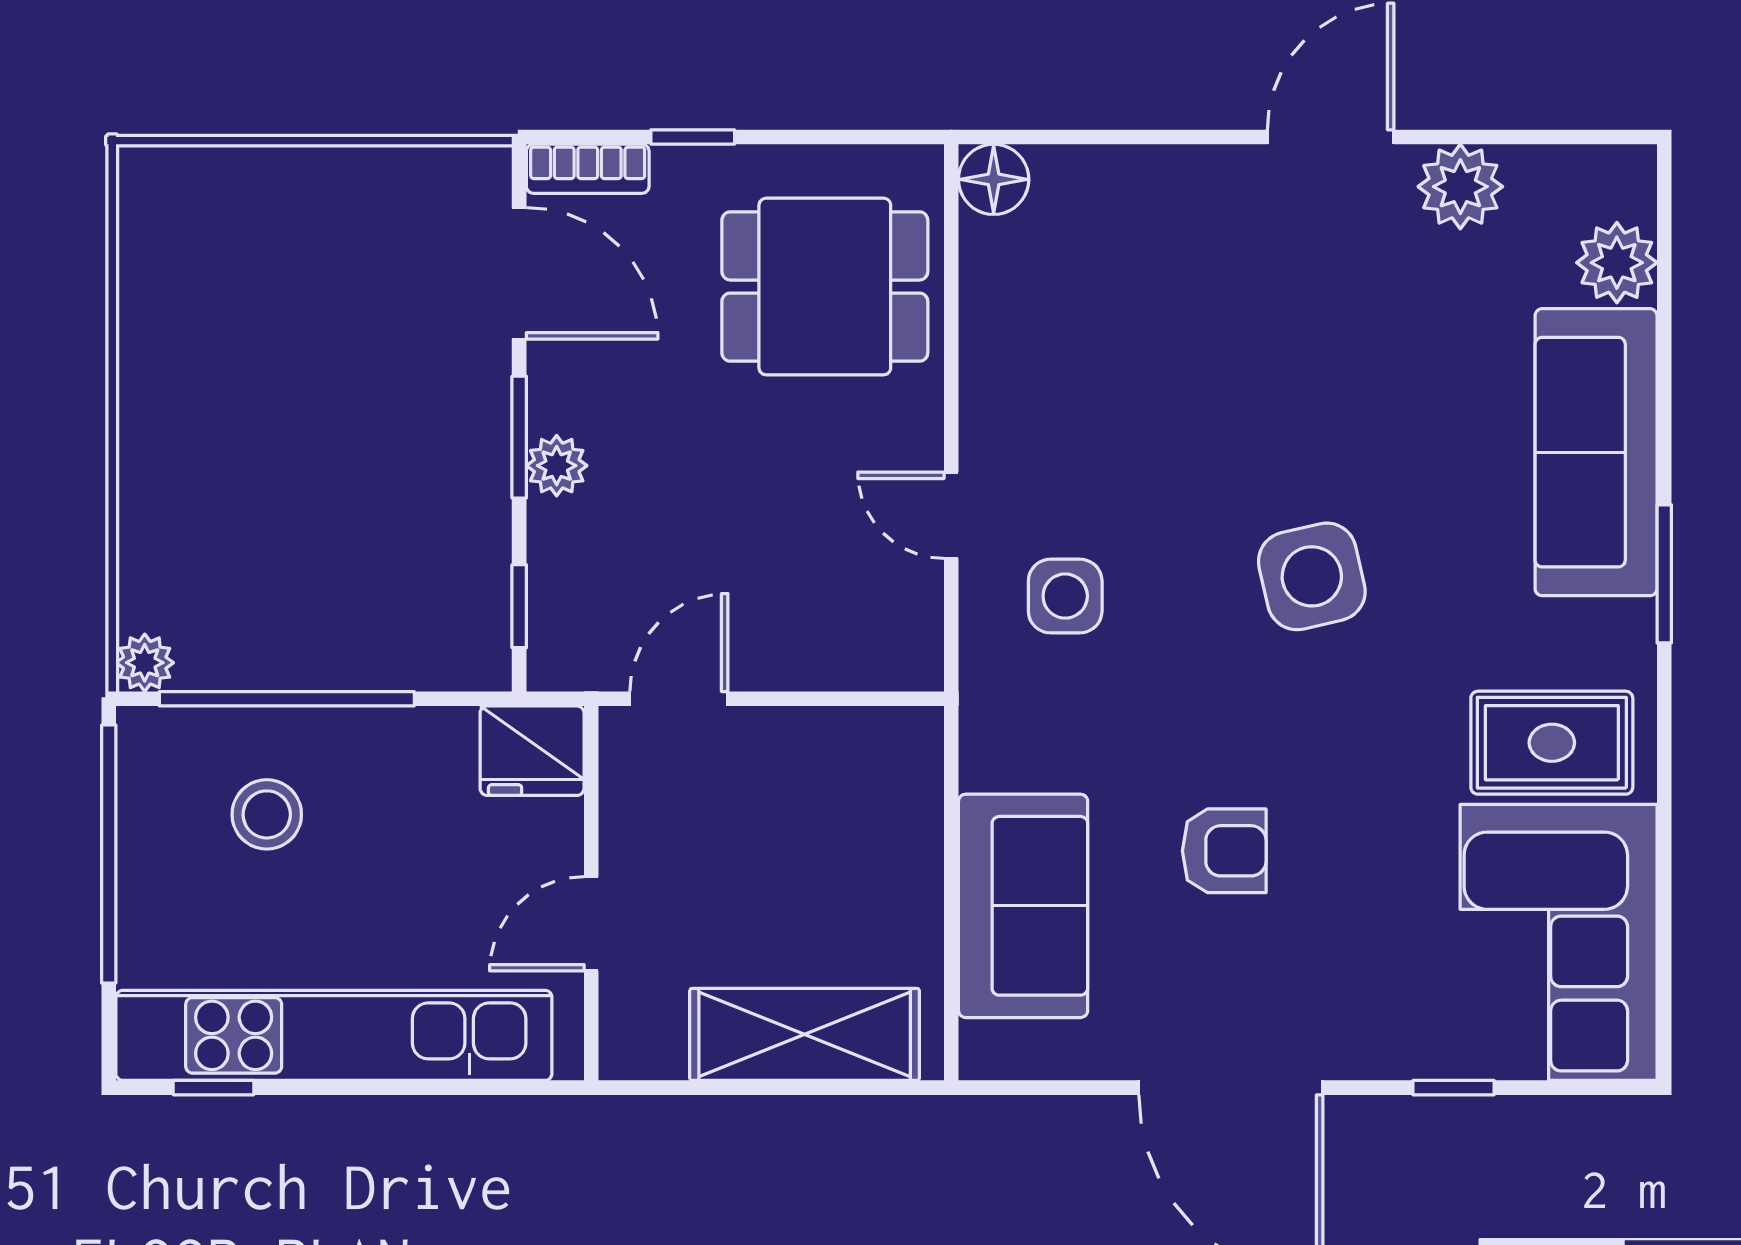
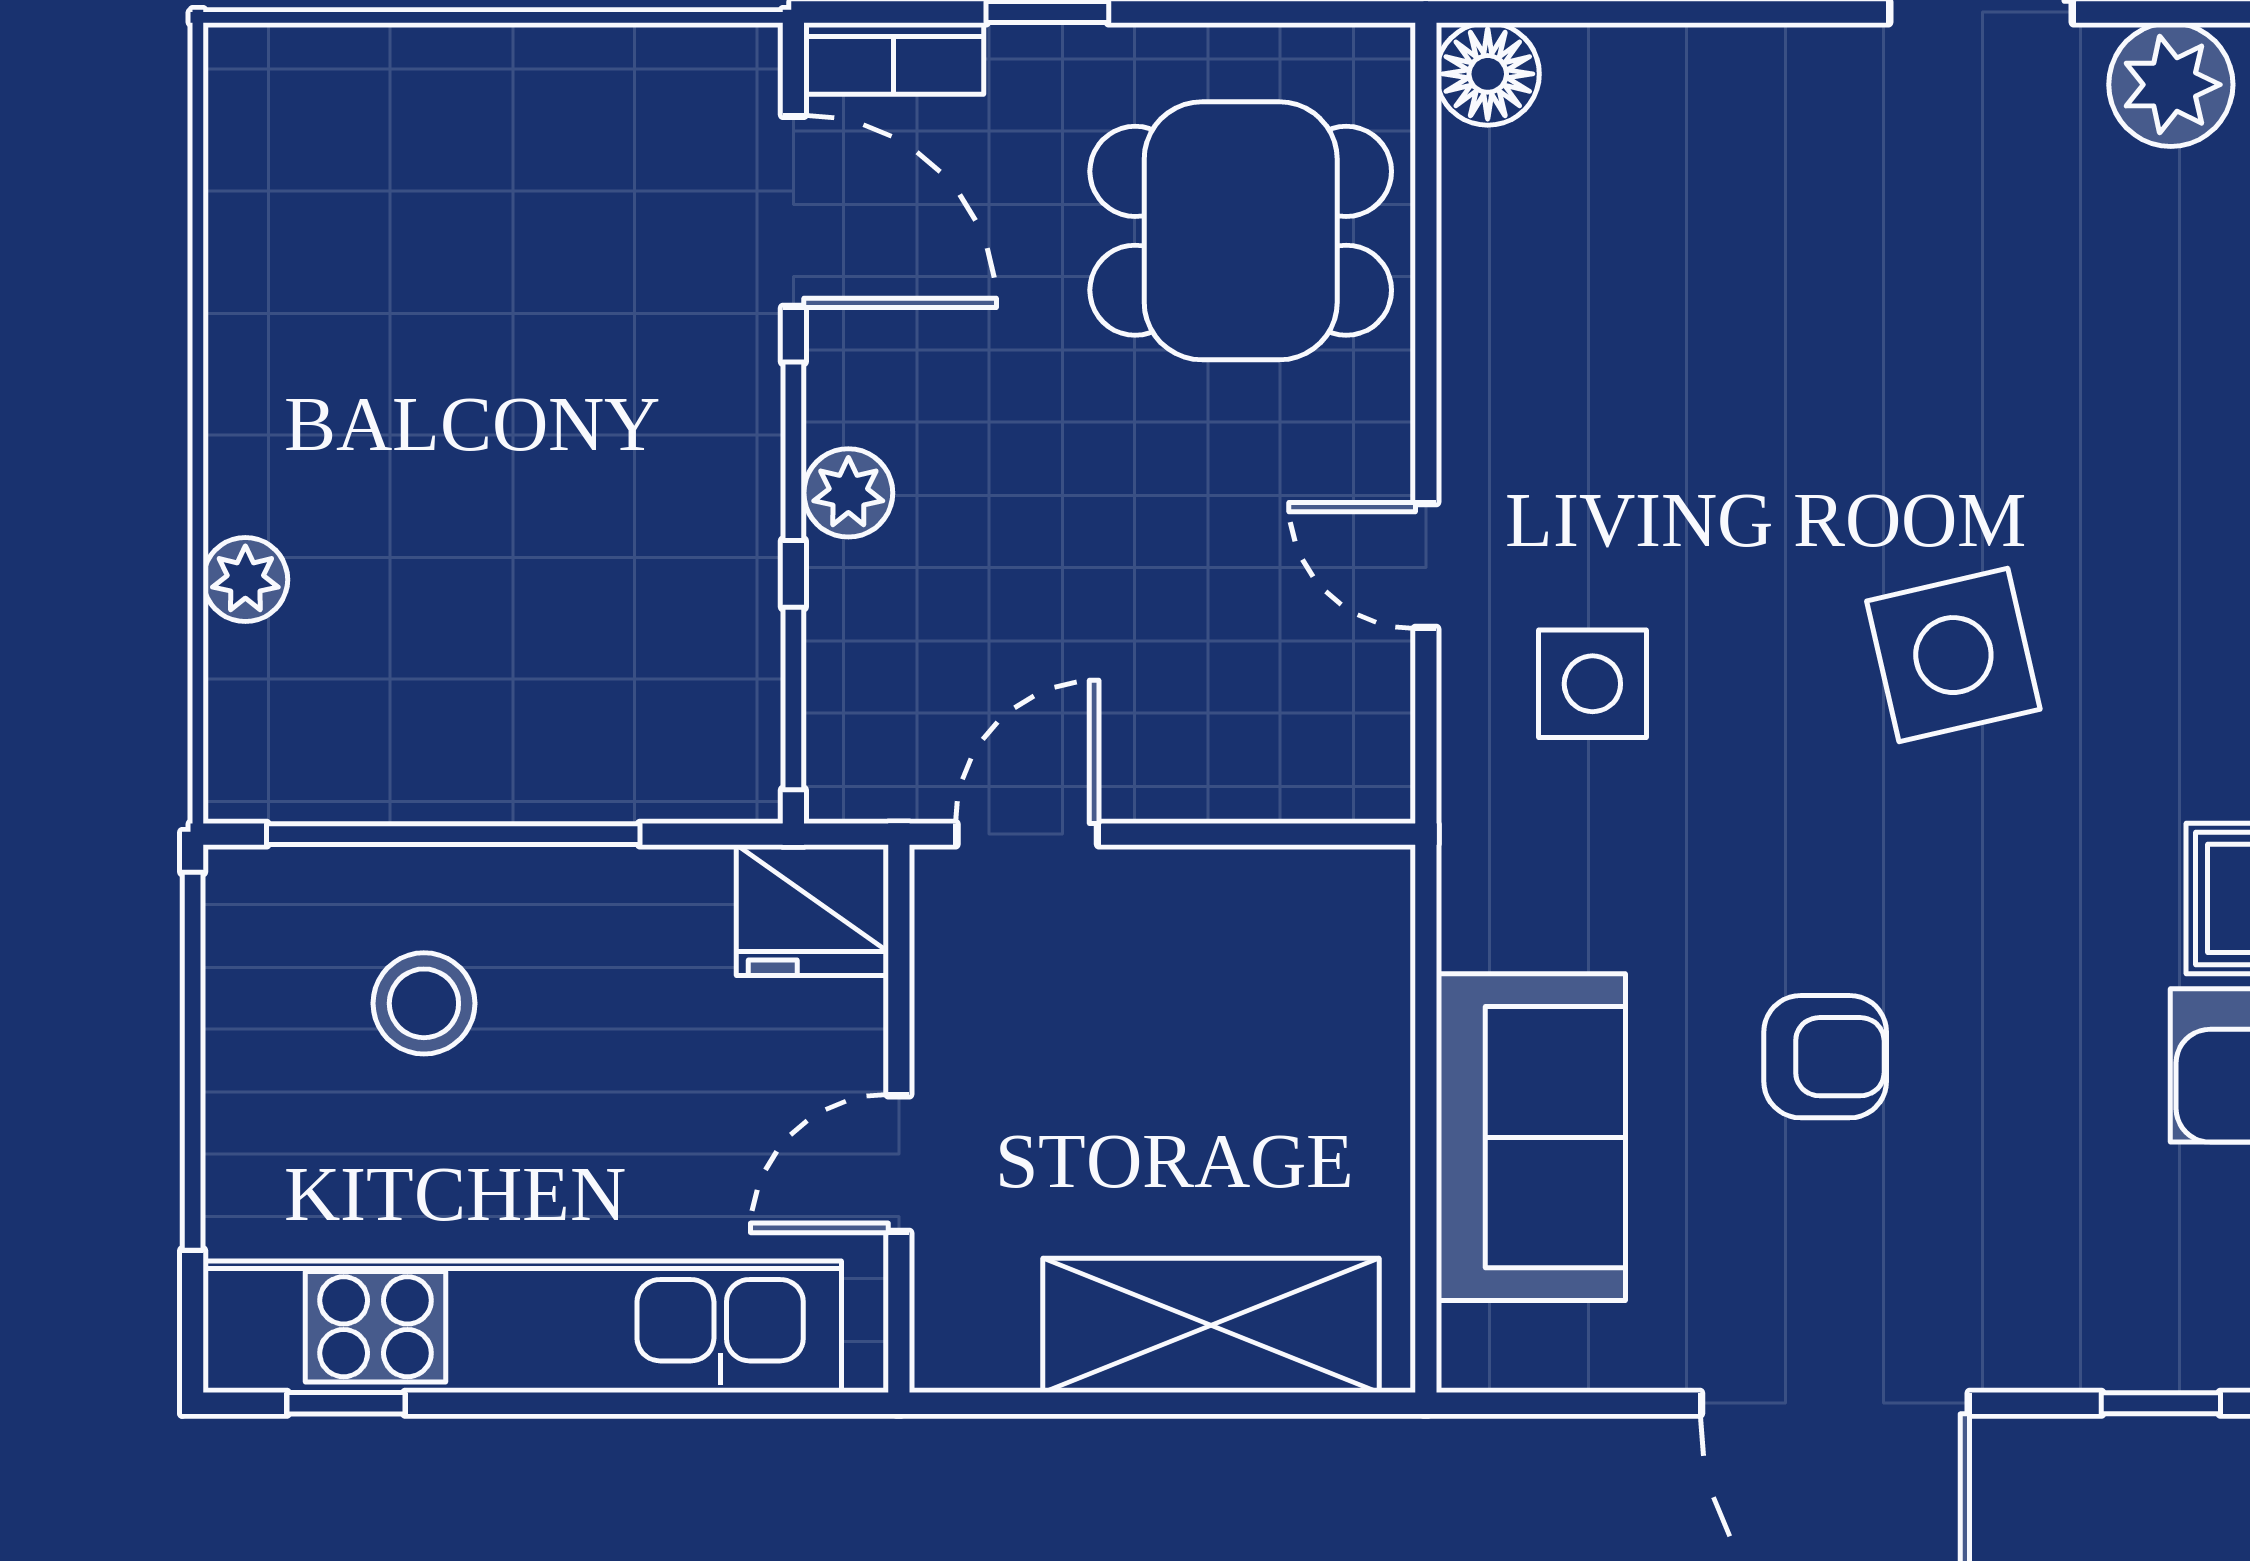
window: (519, 606) -> (793, 699), width x1.50
plant: (145, 663) -> (245, 580), moved

